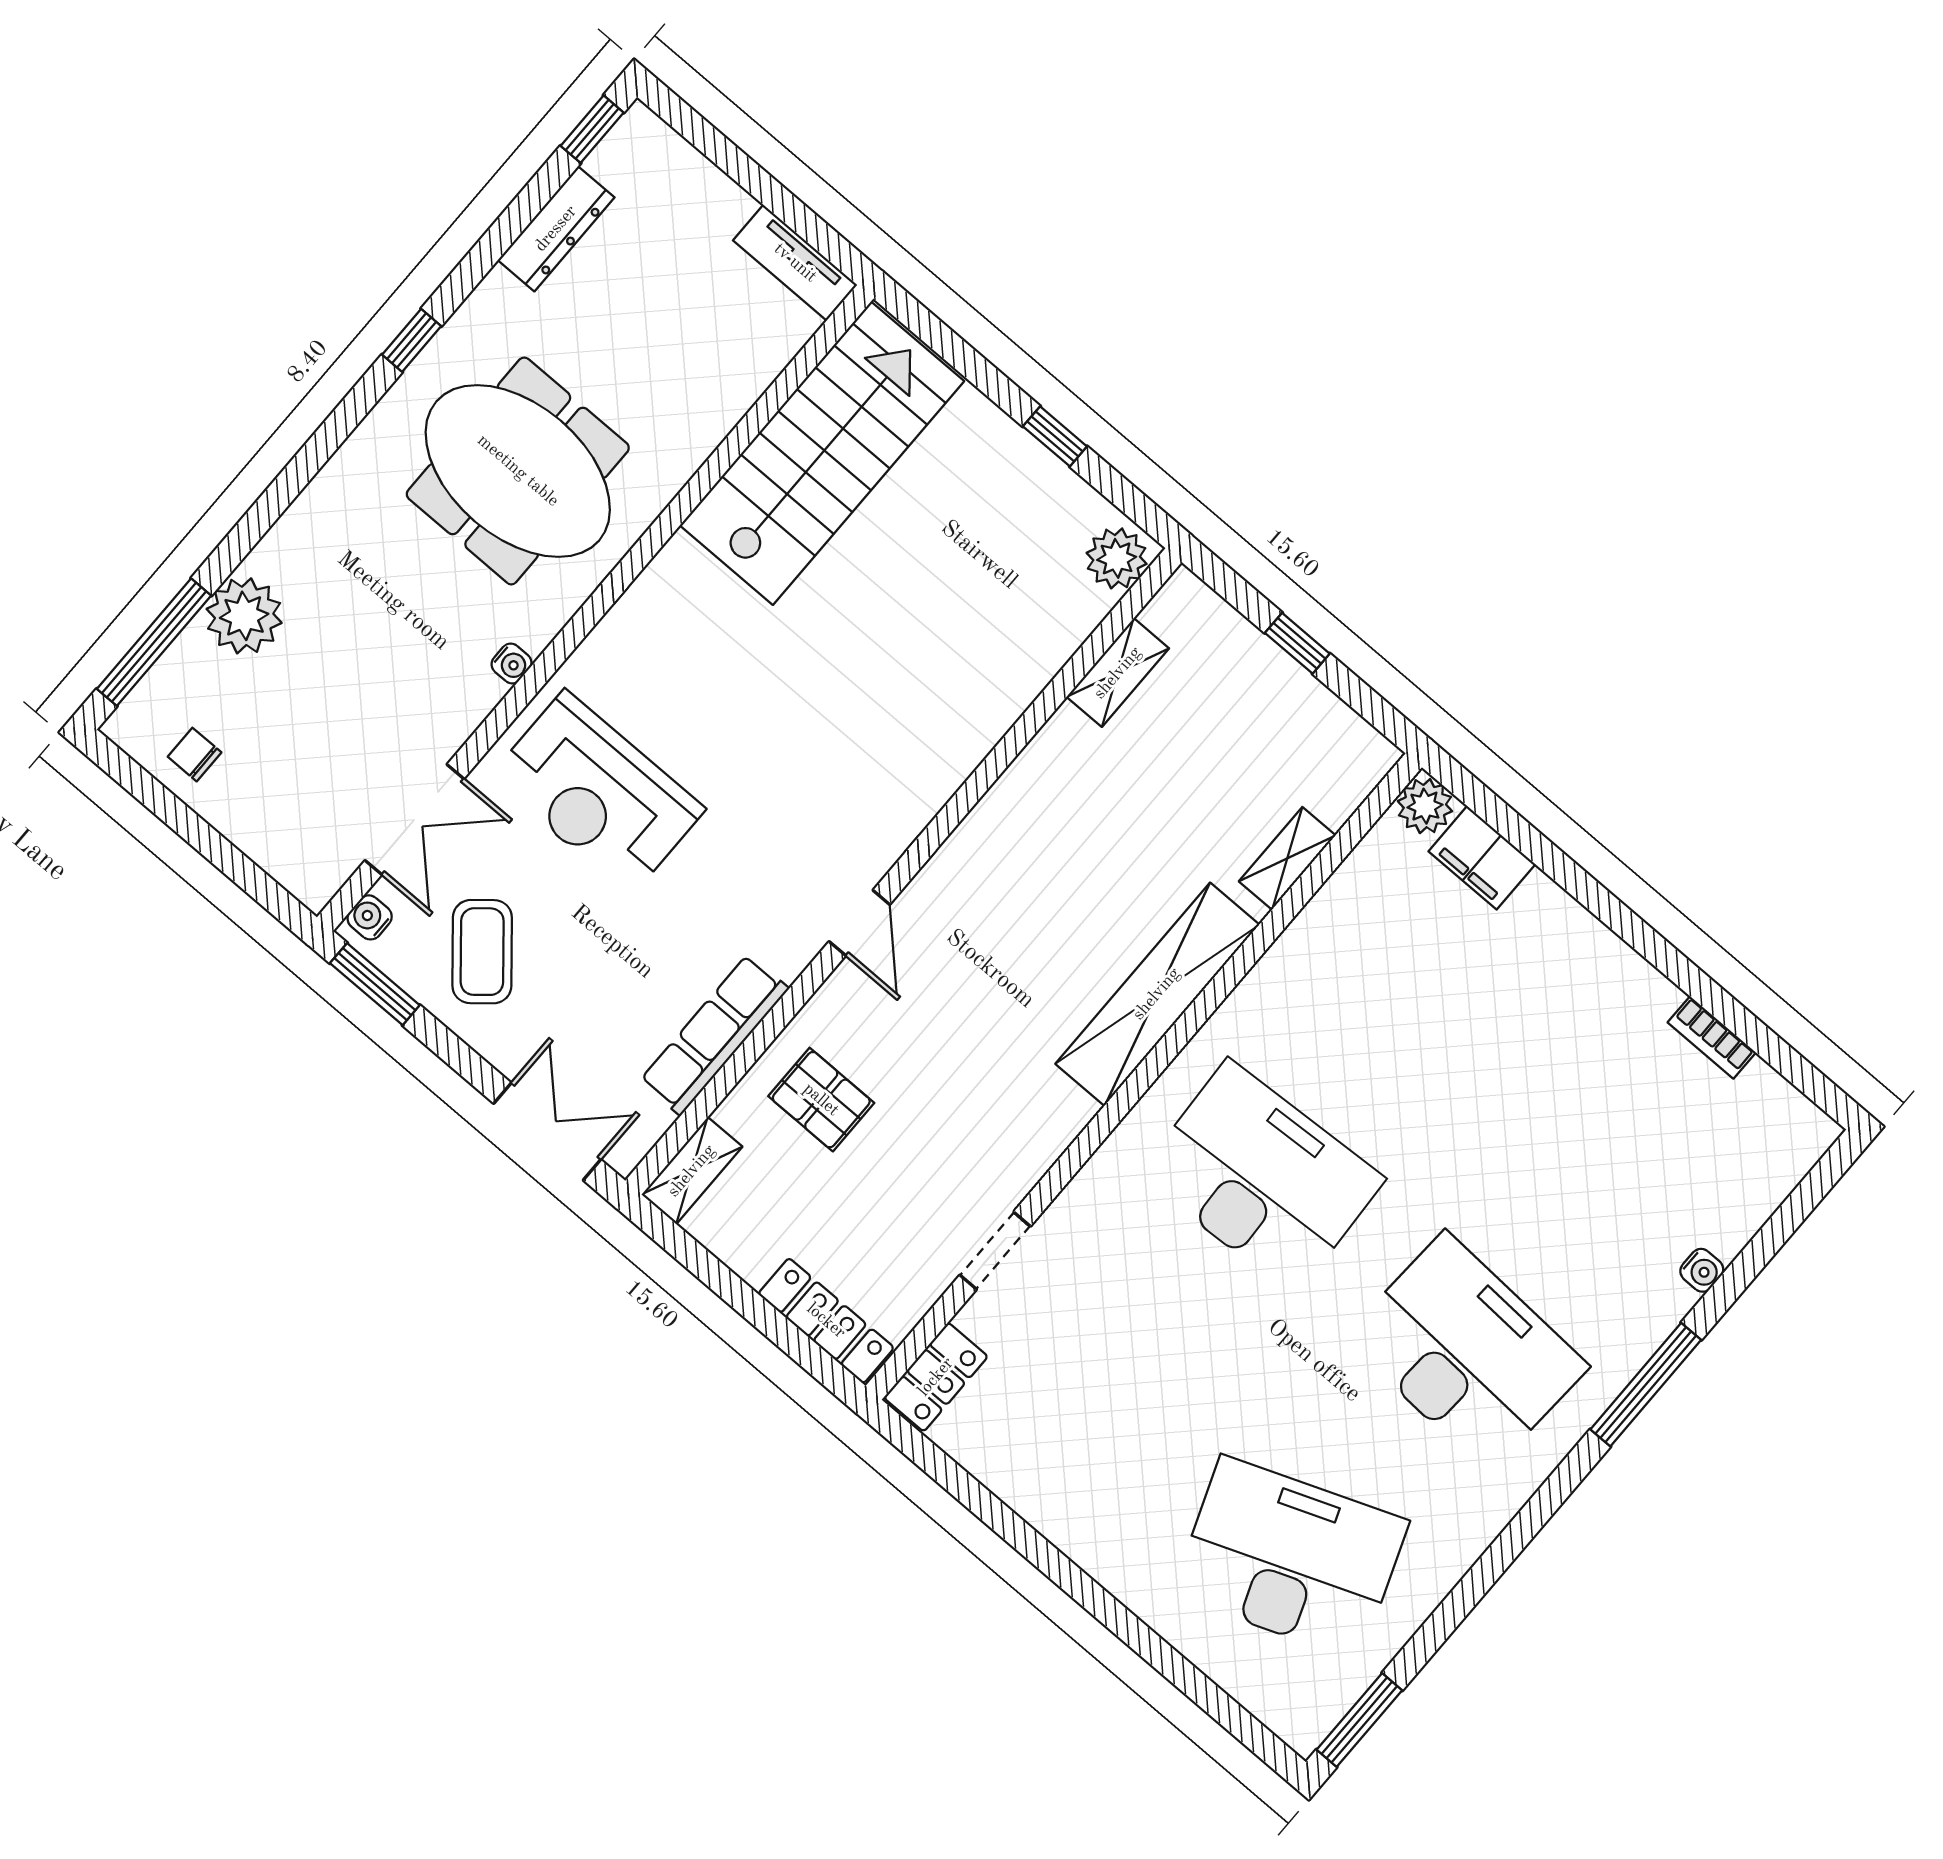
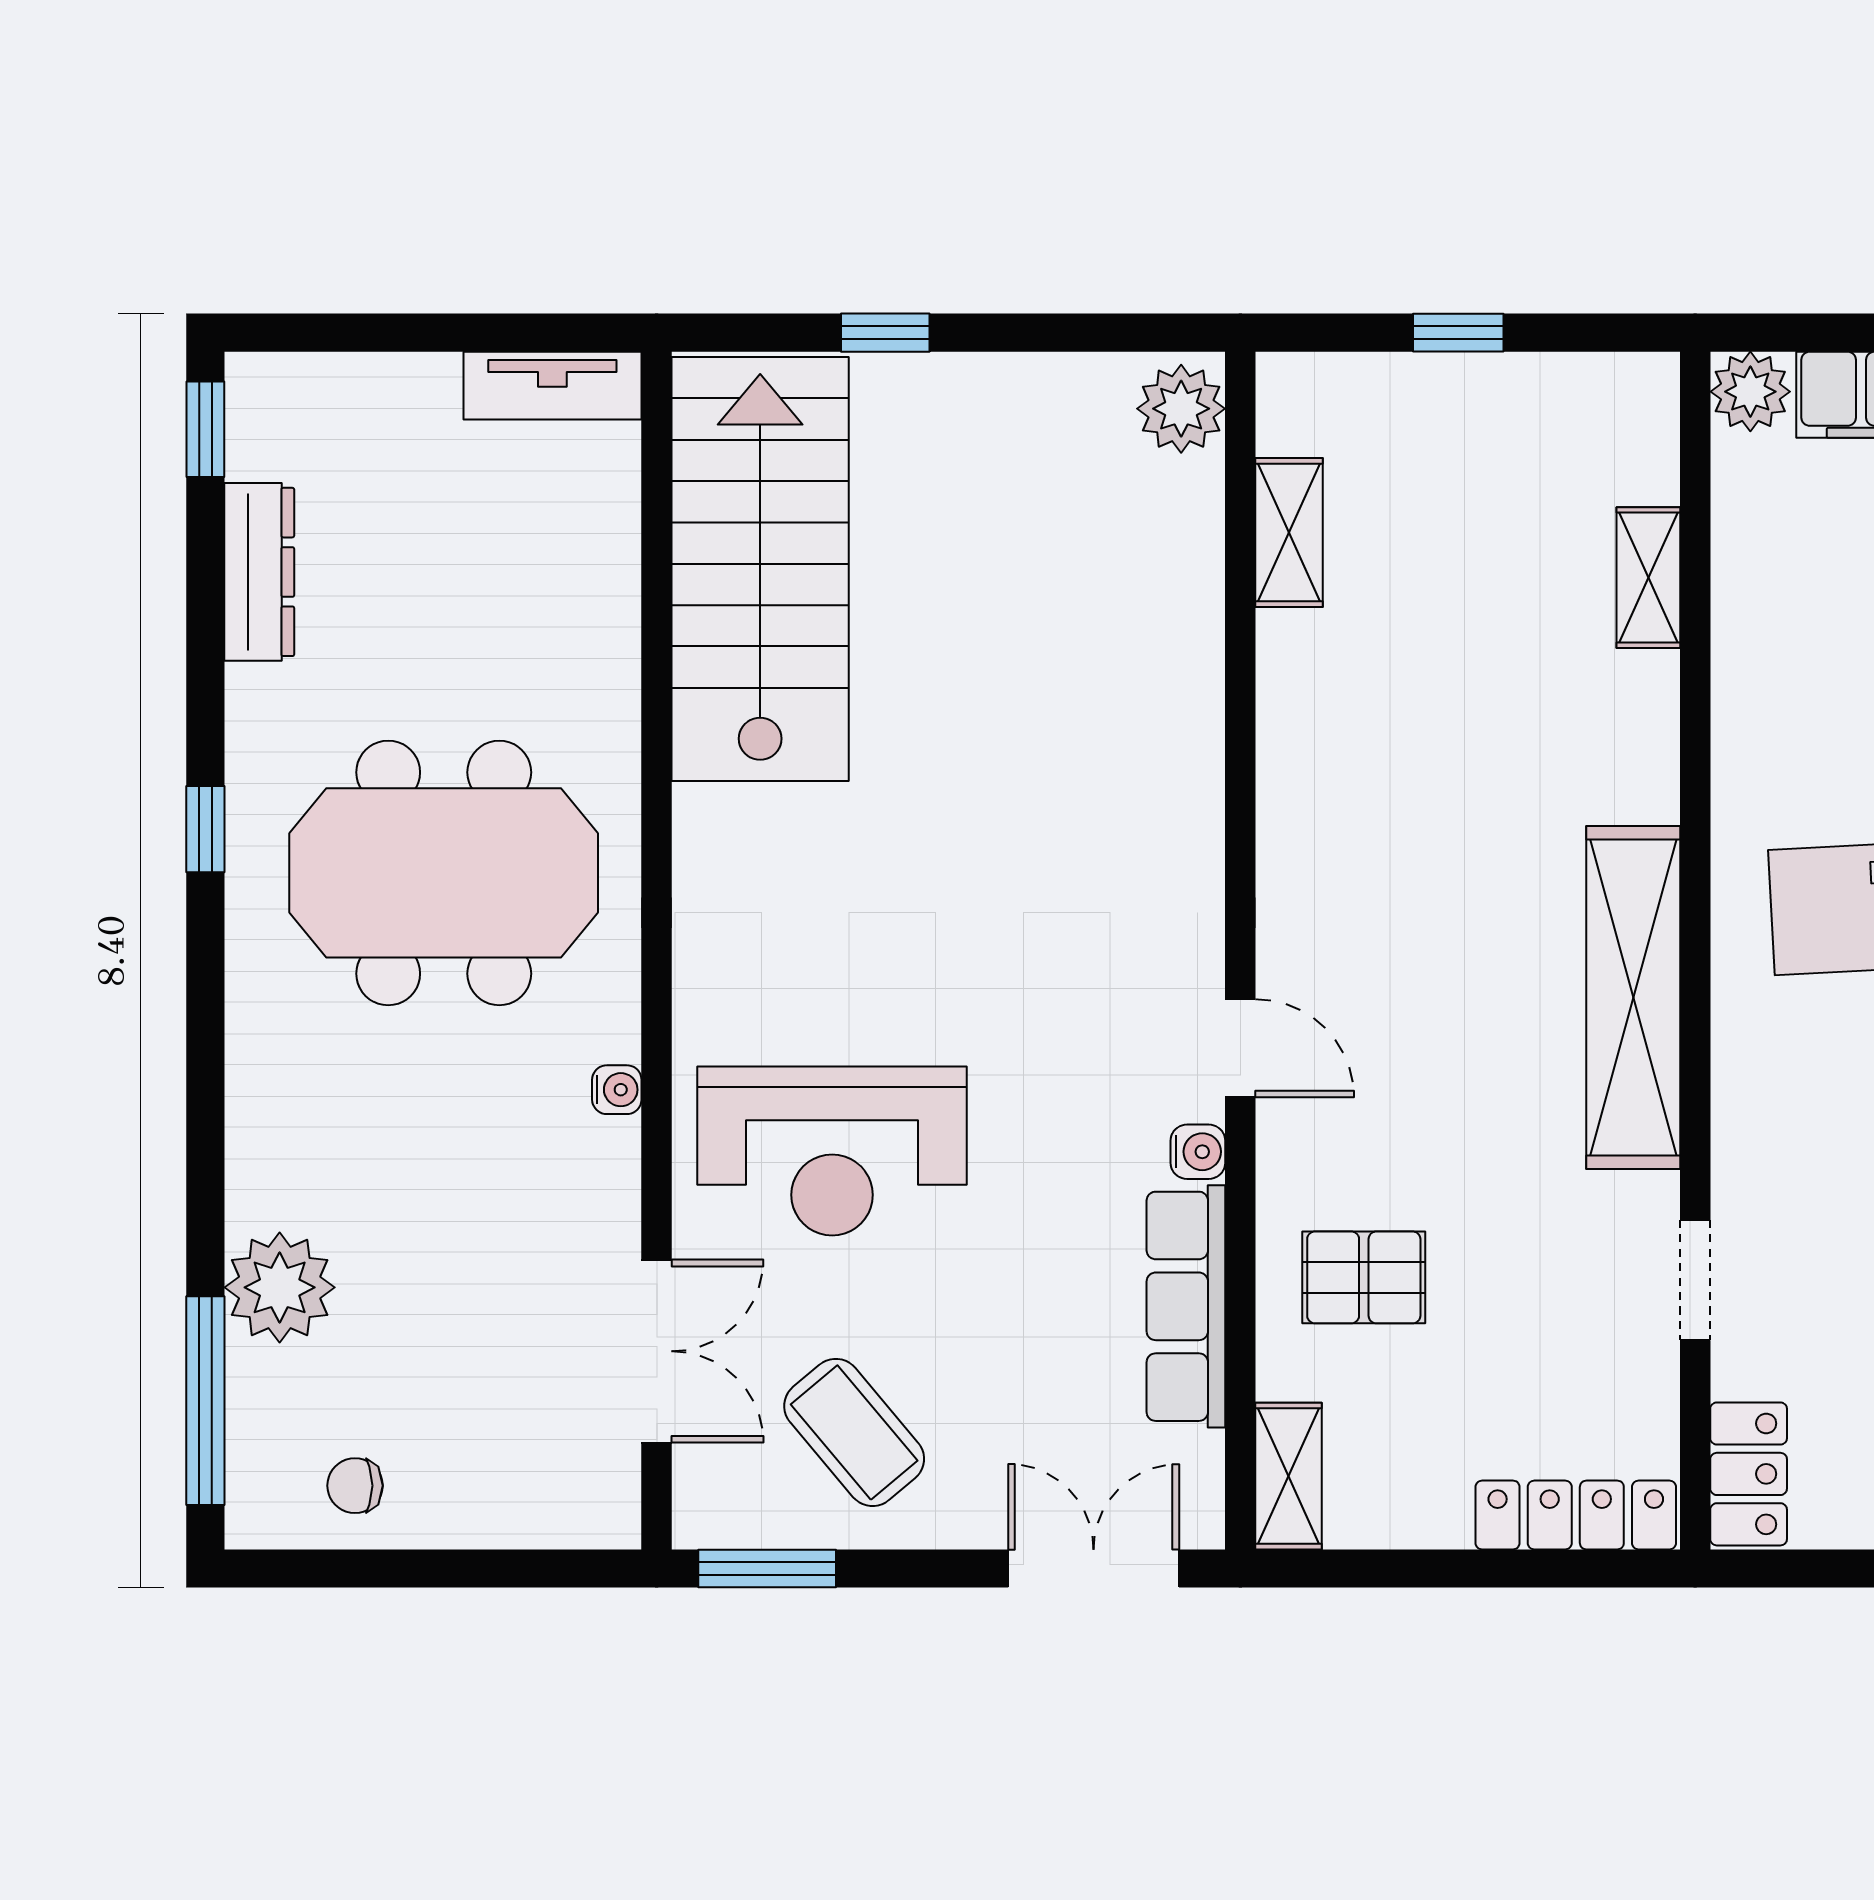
window: (1055, 436) -> (885, 333), moved
water cooler: (370, 917) -> (1198, 1152), moved, turned 180
shelving: (1157, 994) -> (1633, 998), moved

